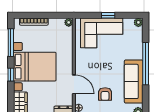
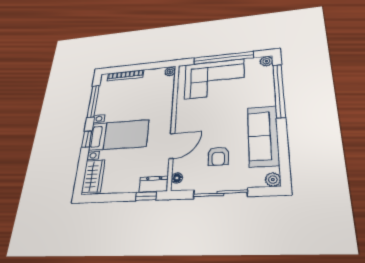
window: (108, 15) -> (223, 58), width x3.17
window: (146, 64) -> (279, 91), moved
bed with nightstands: (35, 67) -> (119, 135), width x0.73
door: (74, 84) -> (172, 146), hinge flipped

